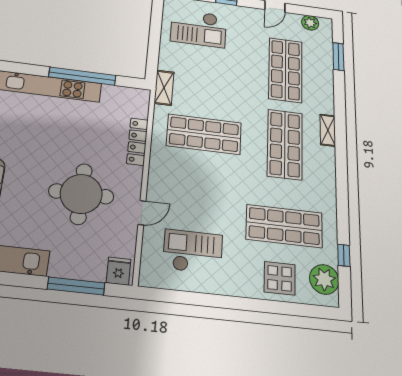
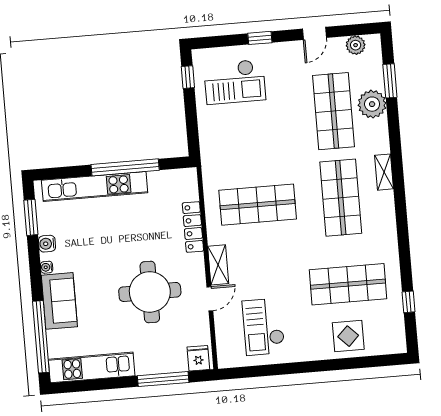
window: (157, 16) -> (188, 77), added
shelving: (164, 88) -> (218, 265), moved
checkout: (193, 252) -> (263, 327), turned -90
plant: (324, 279) -> (372, 104), moved

